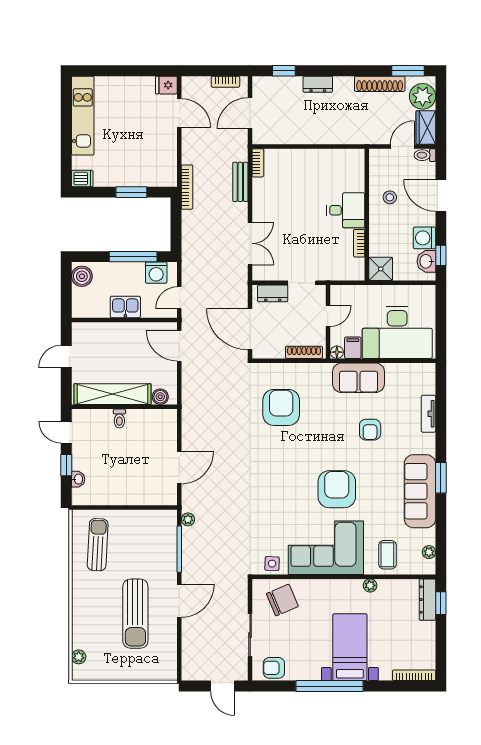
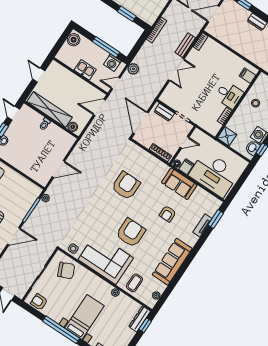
filing cabinet: (354, 167) -> (248, 76), added
double door: (250, 243) -> (176, 69), moved
plant: (191, 262) -> (133, 69), added
door: (179, 346) -> (99, 107), hinge flipped
door: (66, 357) -> (39, 75), hinge flipped
armchair: (281, 407) -> (126, 186), moved
window: (441, 478) -> (216, 219), moved

